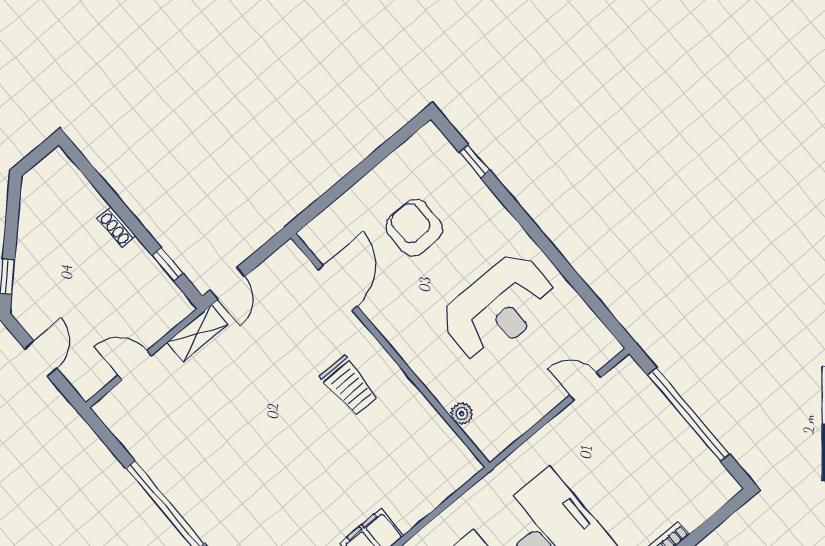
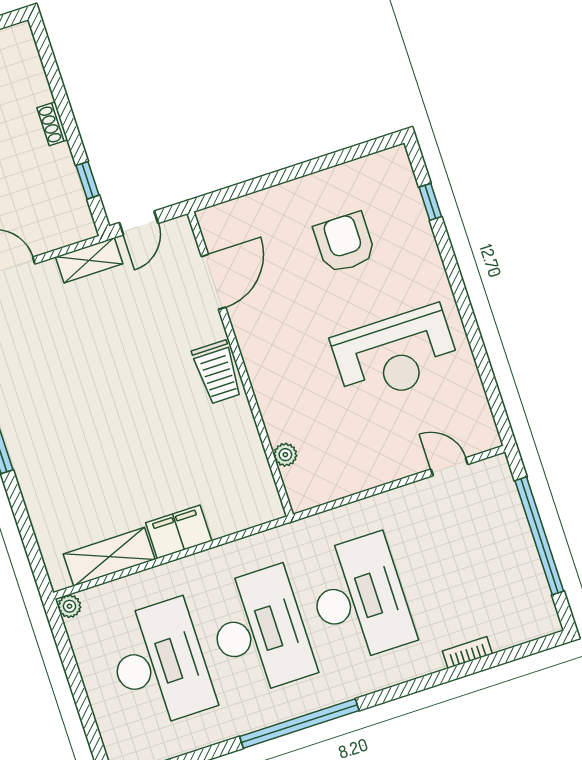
door: (338, 288) -> (213, 282), moved
wall: (390, 350) -> (240, 364), moved
plant: (462, 414) -> (285, 455), moved

